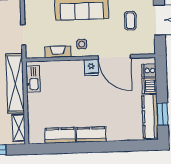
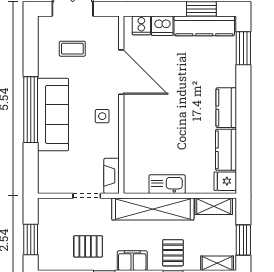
fireplace: (58, 52) -> (112, 176), moved
door: (114, 57) -> (121, 72), hinge flipped
fridge: (91, 67) -> (225, 181), moved, turned 180
kitchen sink: (33, 79) -> (167, 184), moved
window: (135, 146) -> (243, 48), added

